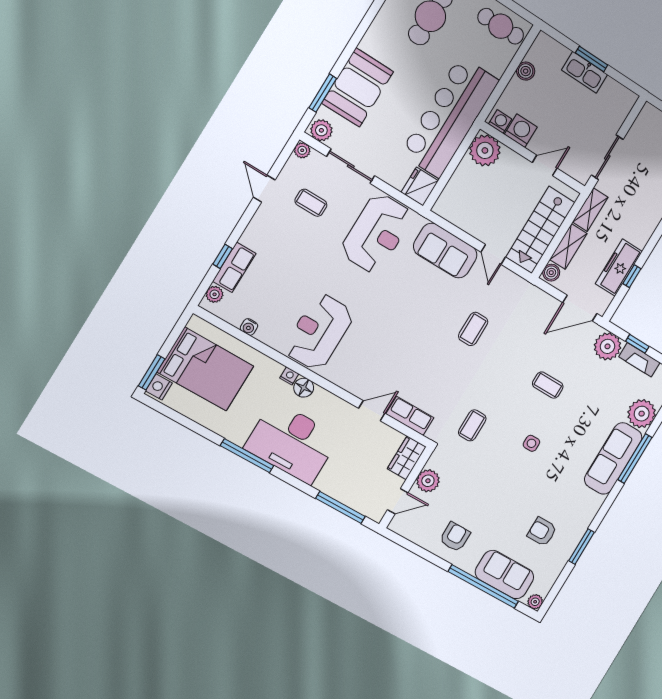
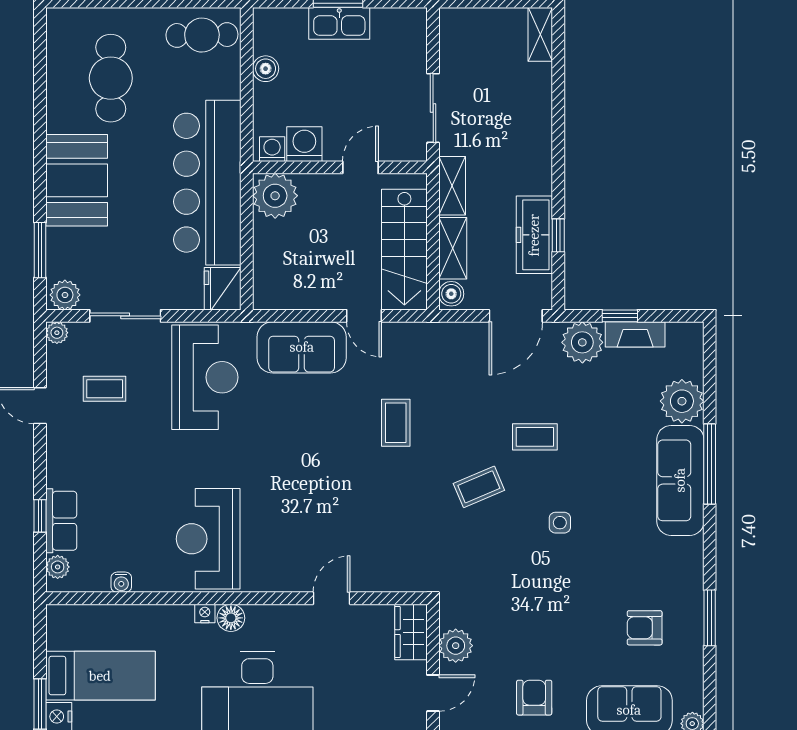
booth: (358, 87) -> (77, 180), moved
bed: (206, 369) -> (100, 676), width x0.67
row of seats: (410, 416) -> (383, 577), removed
coffee table: (472, 425) -> (479, 487), moved, turned 67

